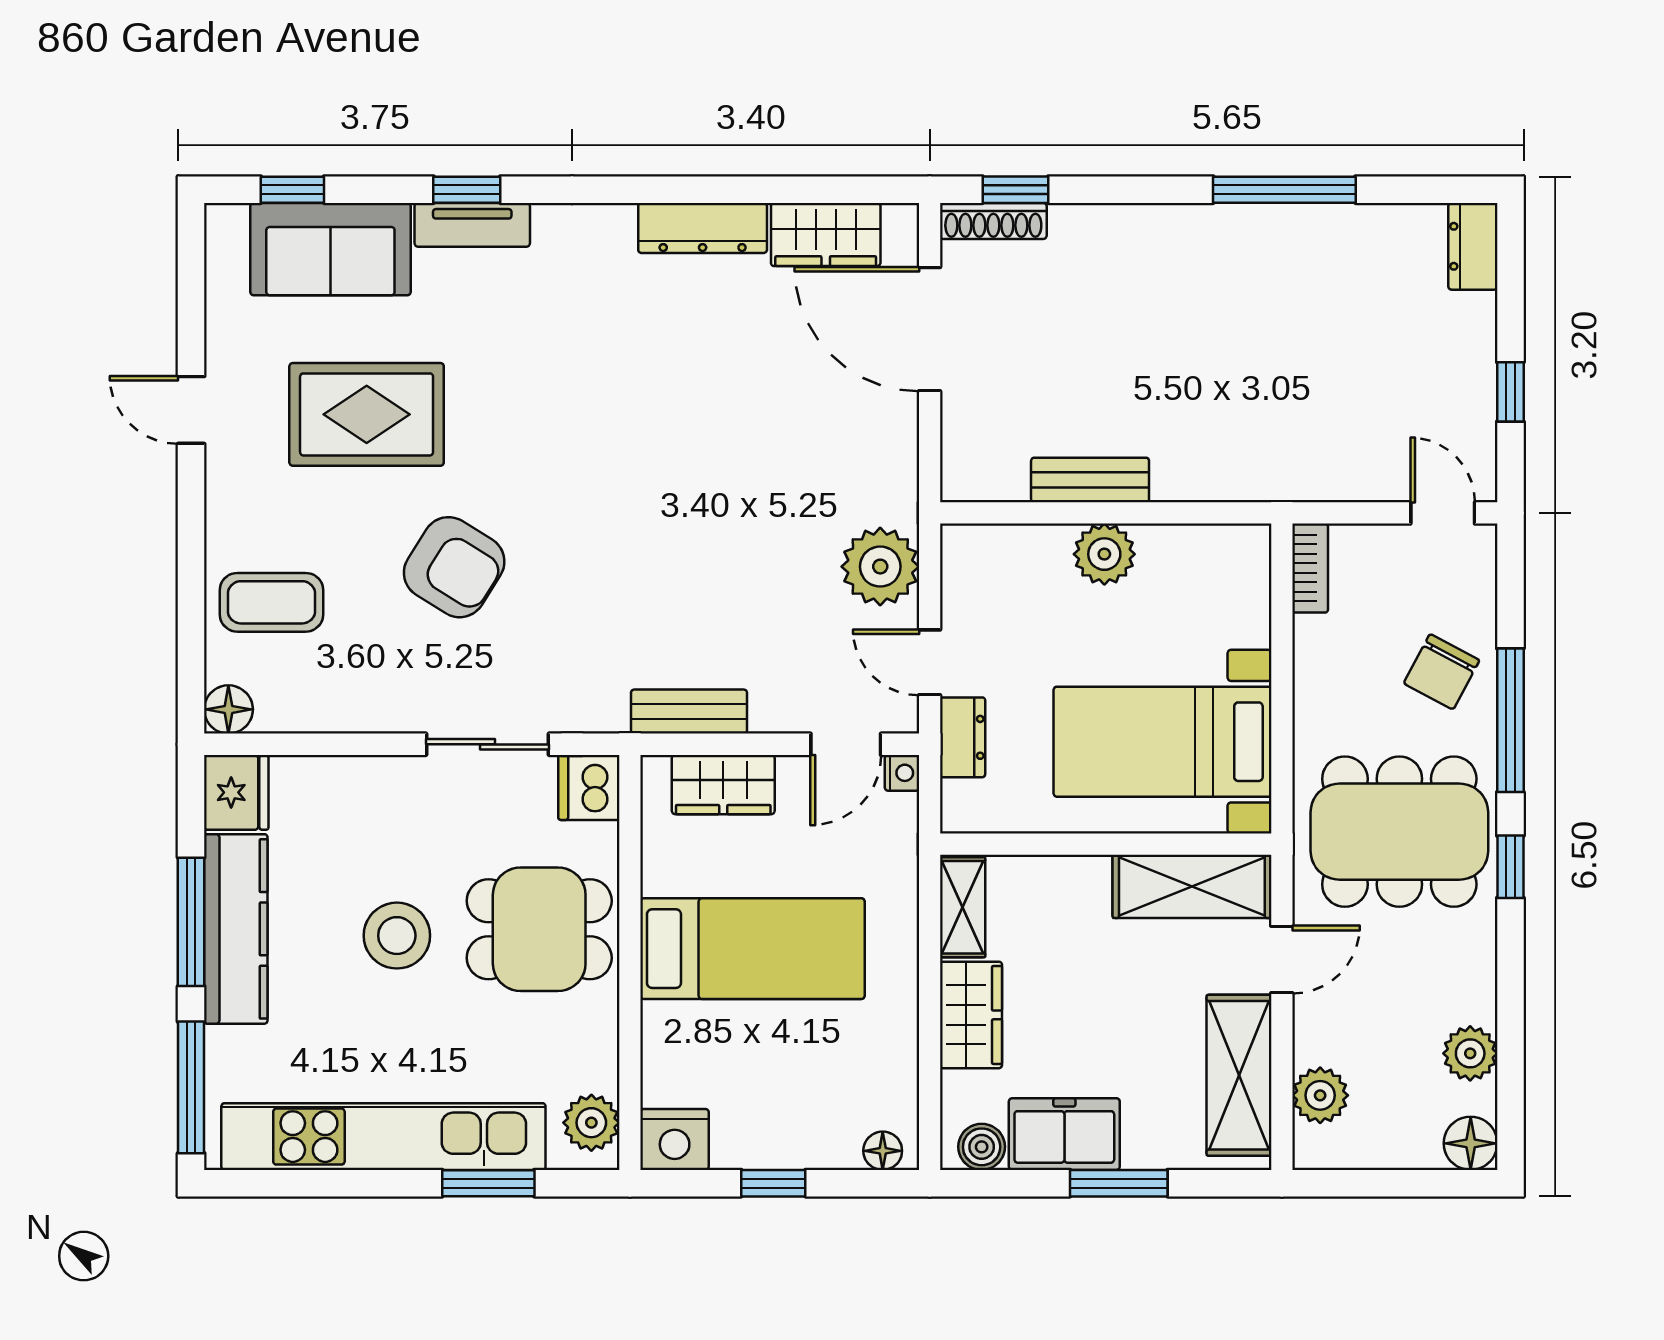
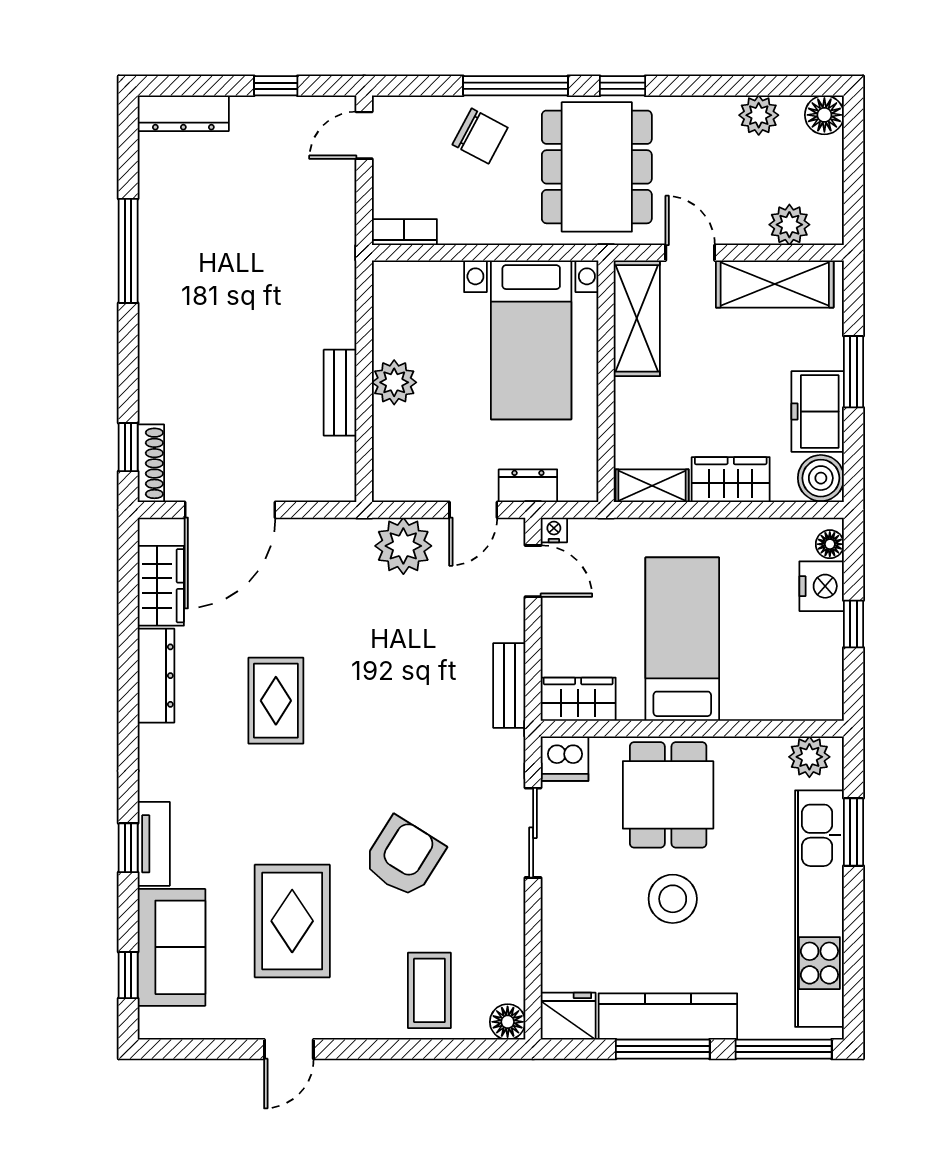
dresser: (1473, 246) -> (183, 113), width x1.44
rug: (668, 392) -> (276, 701), added
wardrobe: (723, 785) -> (578, 699), moved, turned -90
nightstand: (675, 1139) -> (822, 586), moved
boiler: (982, 1147) -> (821, 478), width x1.36, depth x1.36

